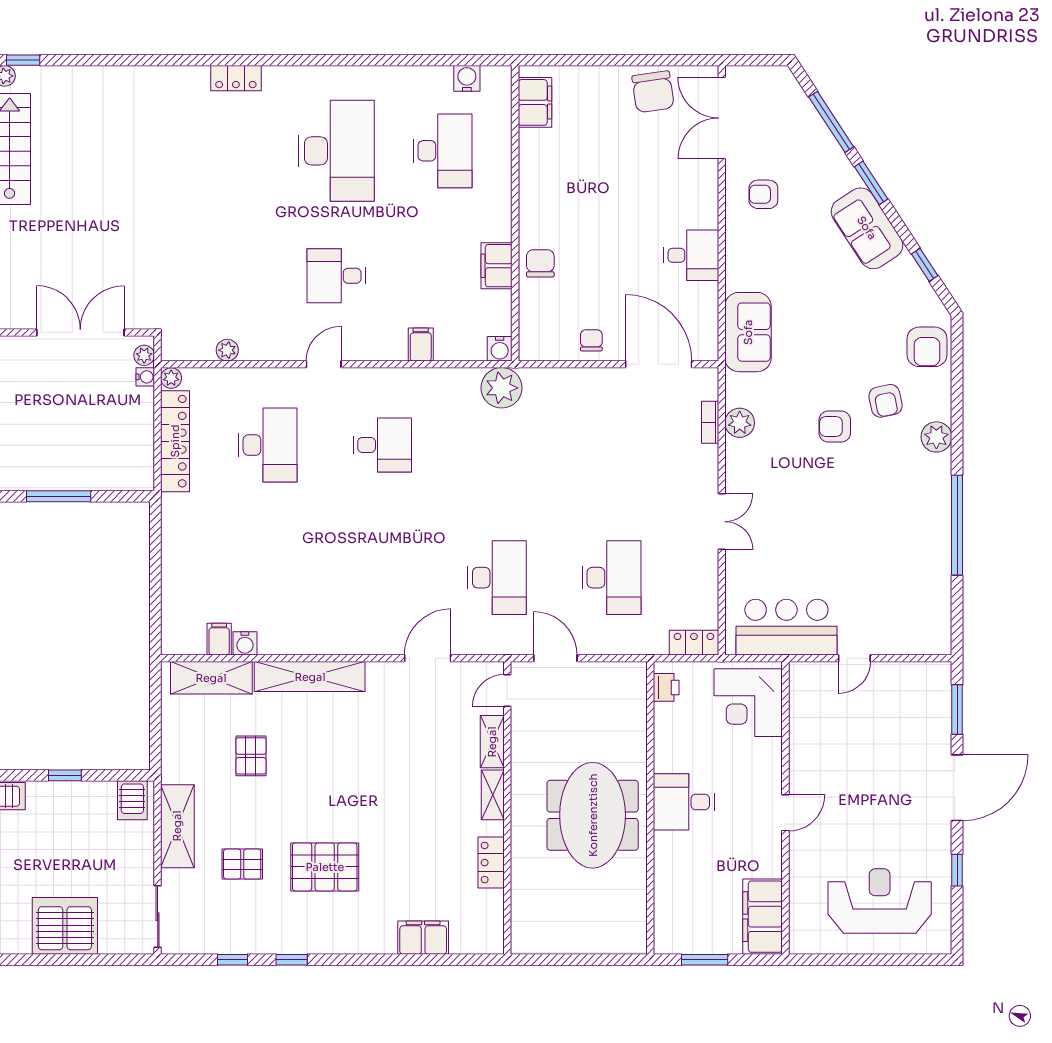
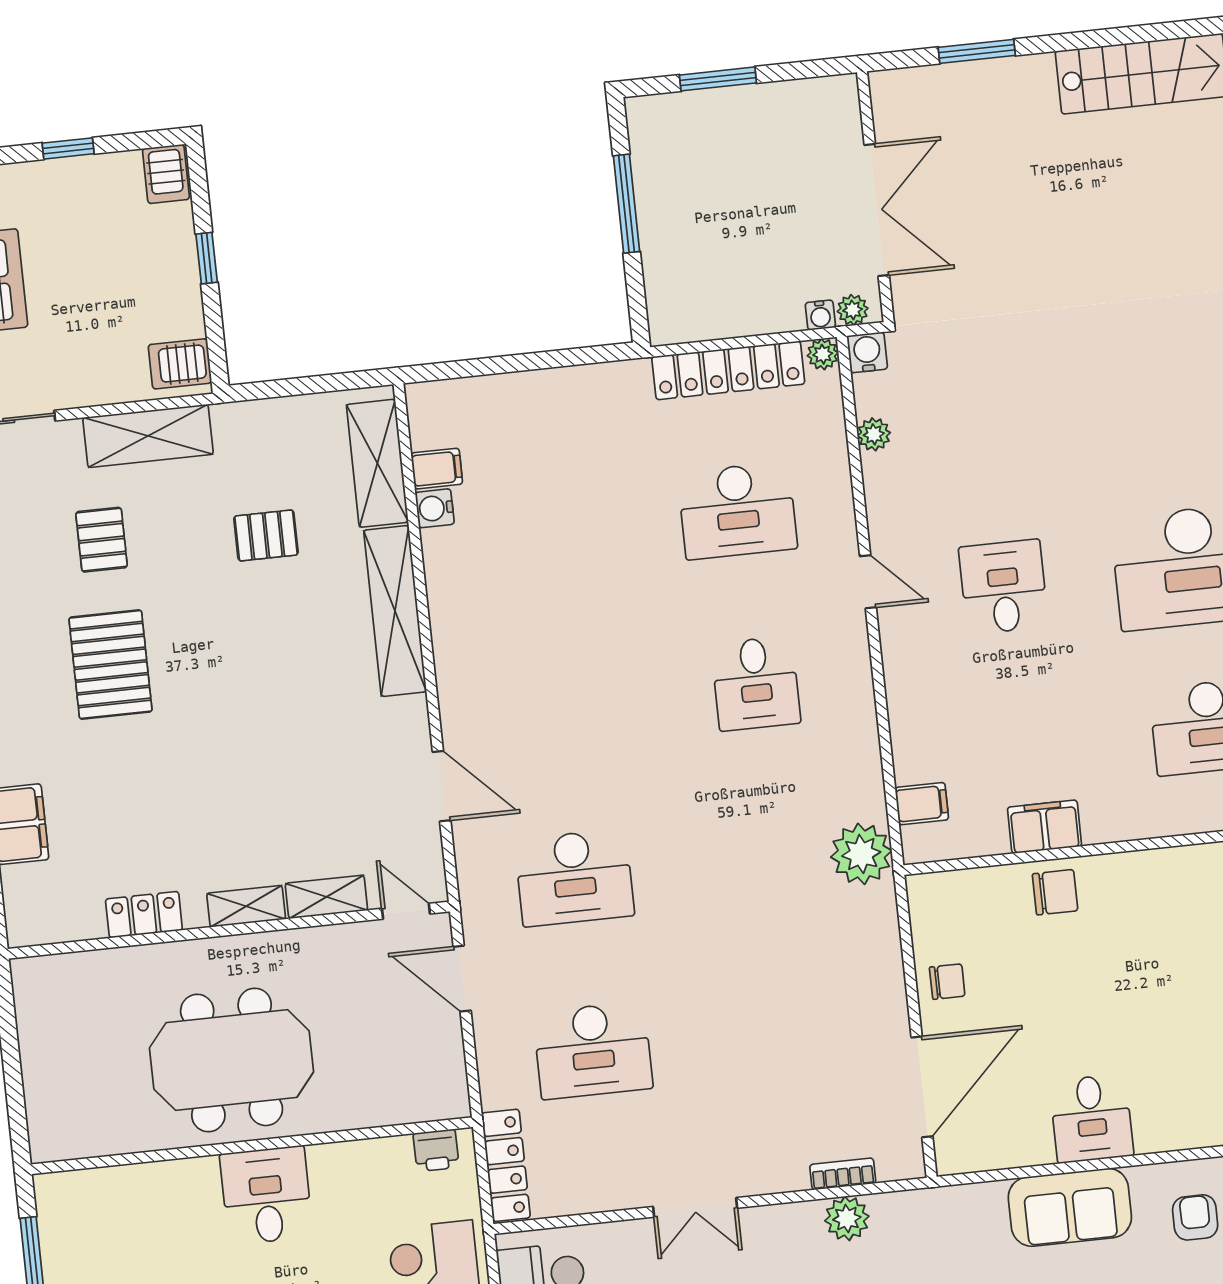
sofa: (748, 332) -> (1070, 1207), moved
filing cabinet: (421, 345) -> (922, 804), moved
water cooler: (500, 349) -> (867, 352), moved, turned 90
locker: (694, 643) -> (506, 1165), width x1.53
door: (555, 658) -> (462, 979), swing flipped

